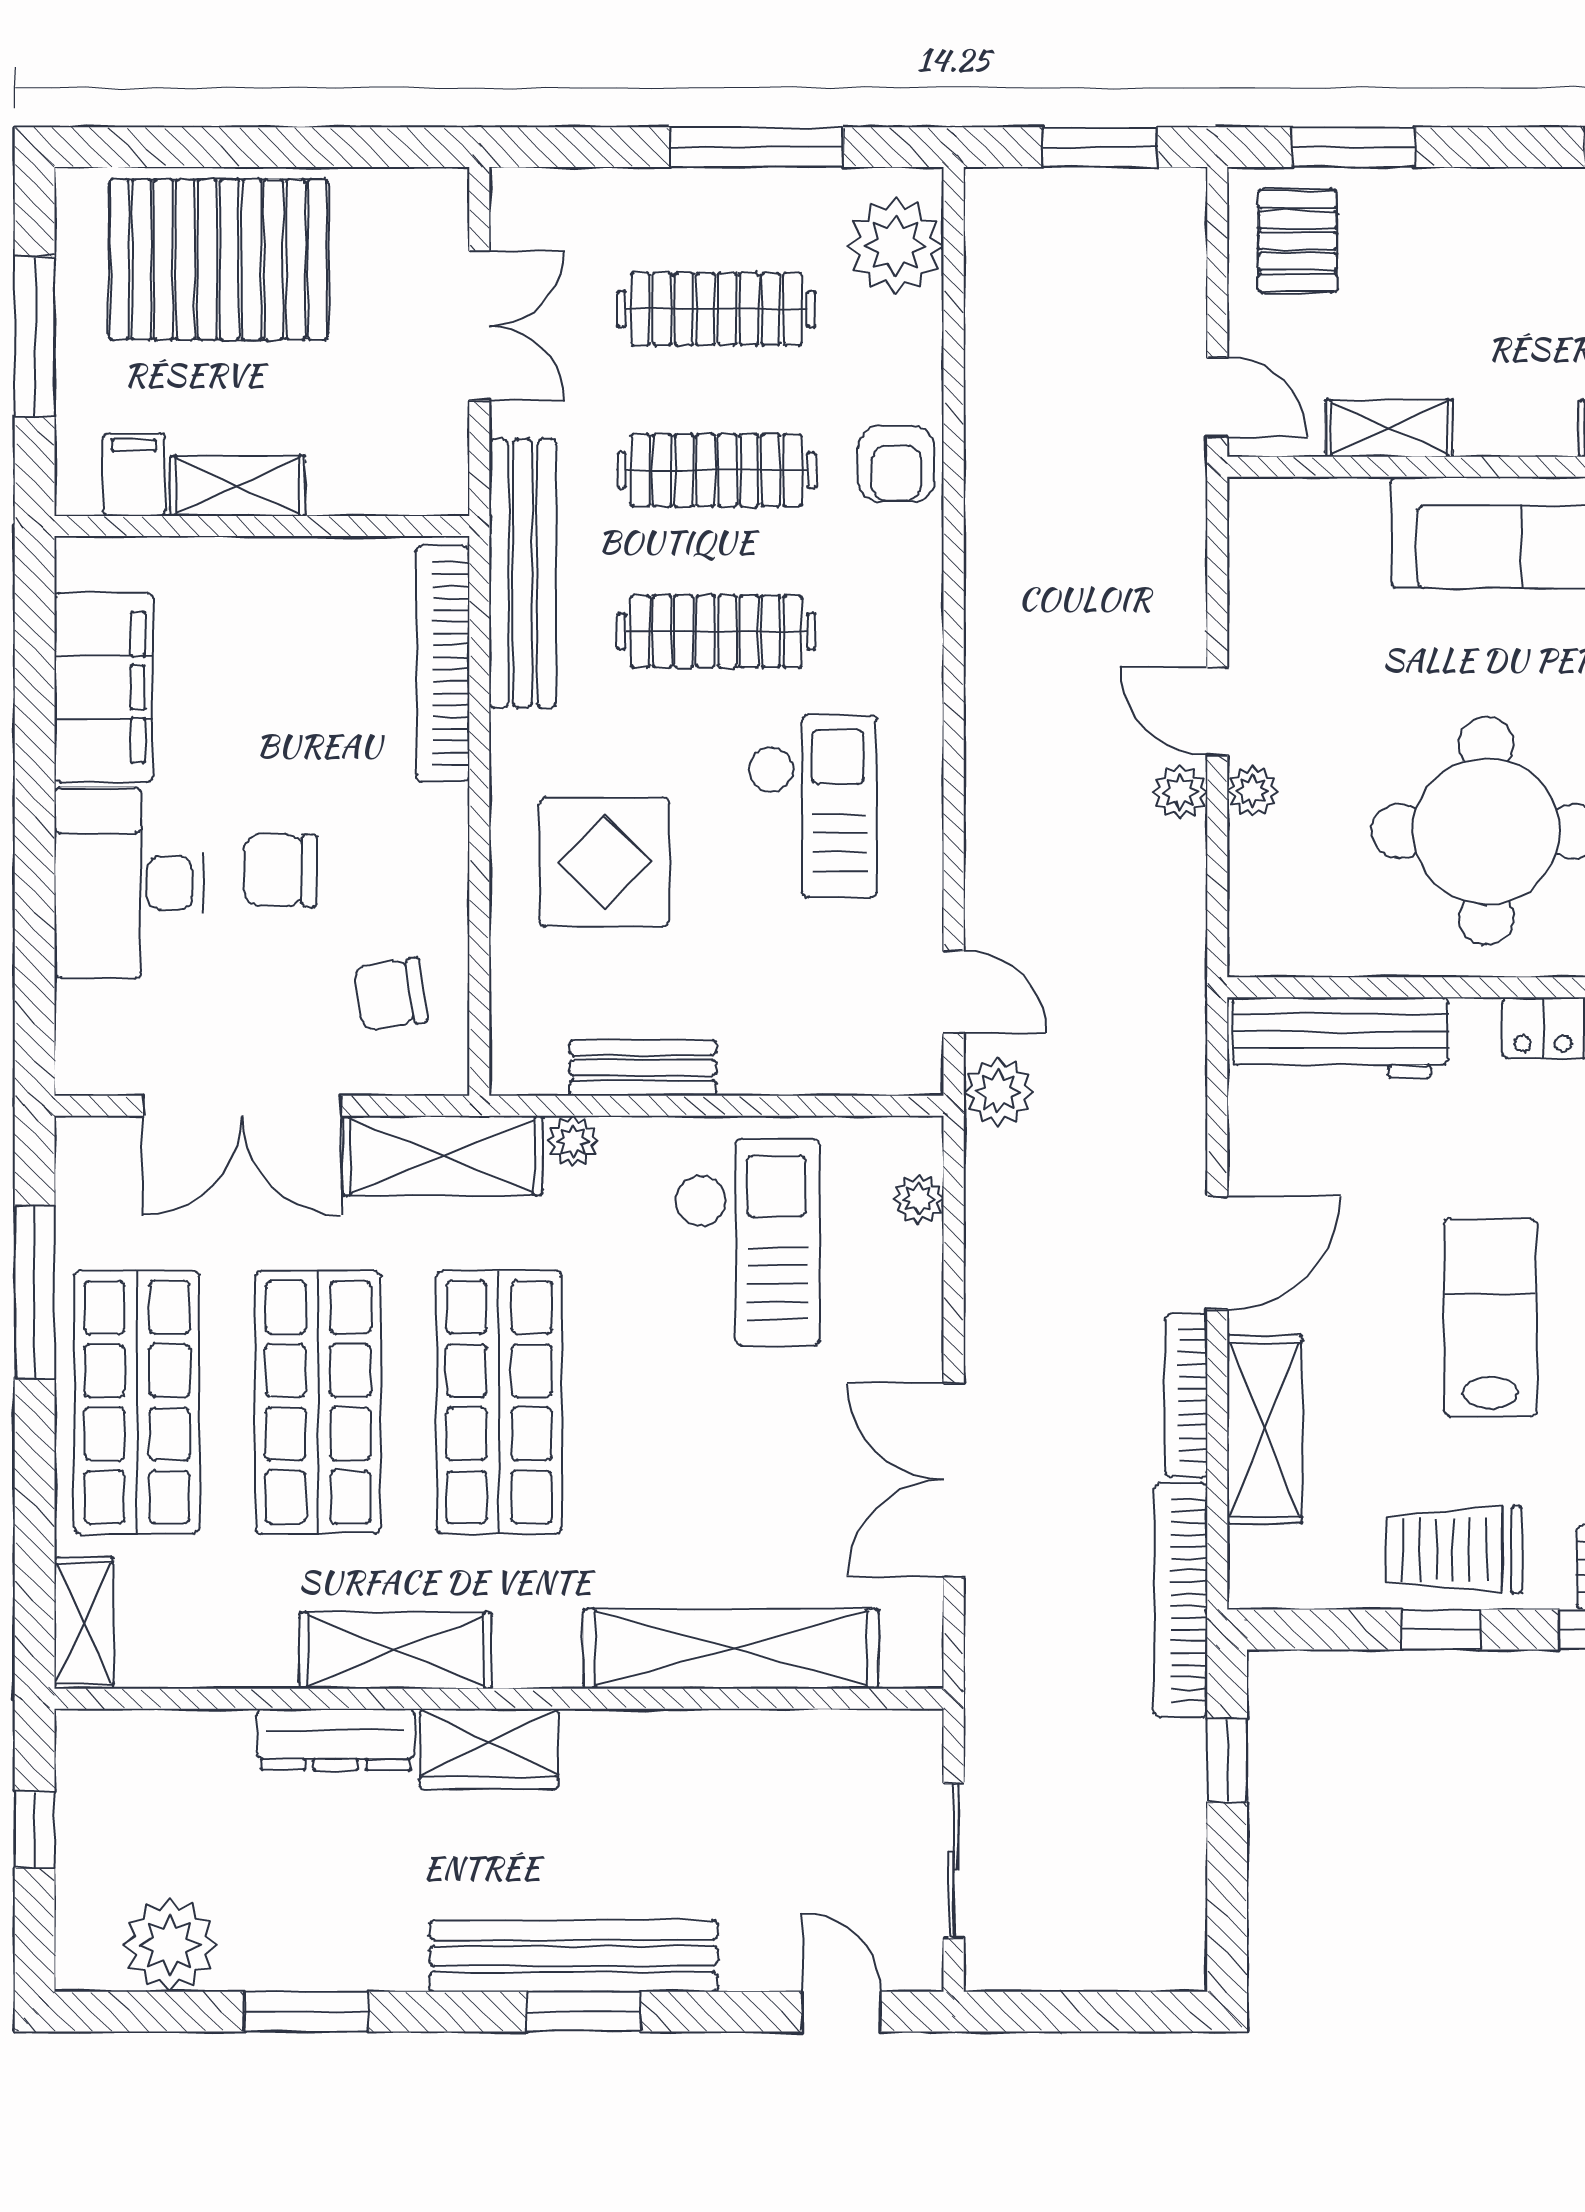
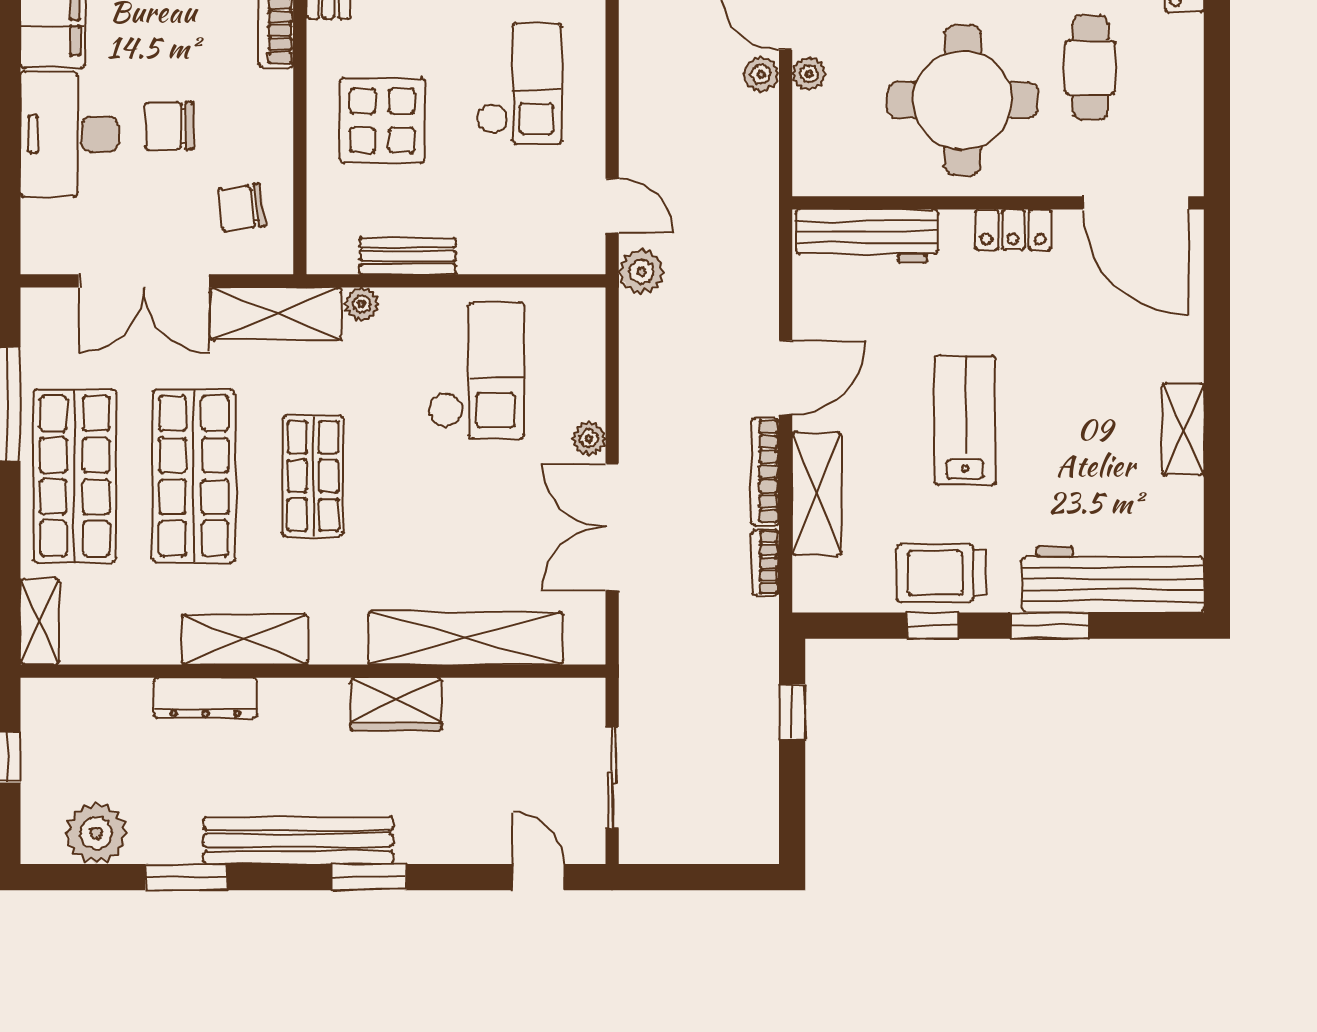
plant: (918, 1199) -> (589, 438), moved
shop shelf: (499, 1402) -> (313, 476), width x0.70, depth x0.74
bookcase: (1181, 1600) -> (766, 562), width x0.43, depth x0.76
wardrobe: (489, 1749) -> (396, 704), moved
bench: (574, 1956) -> (298, 840), moved

